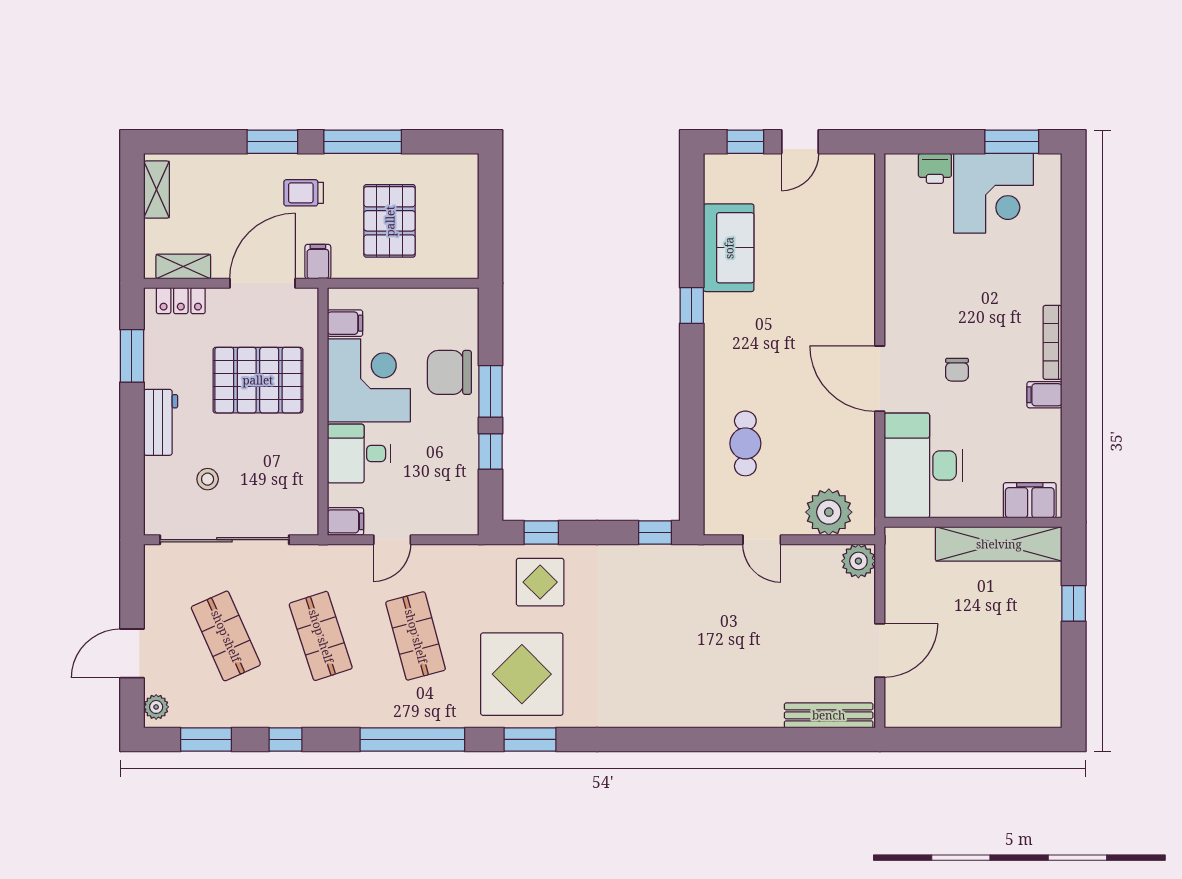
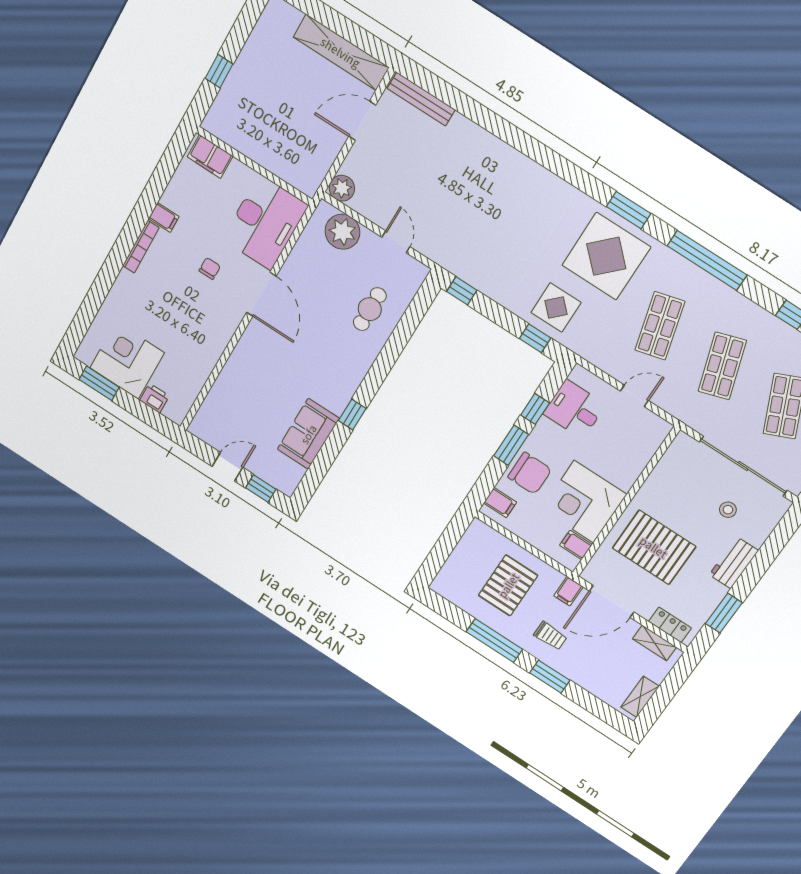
desk: (359, 453) -> (574, 409), moved, turned 180
filing cabinet: (346, 521) -> (500, 503), moved, turned 180
shelving: (999, 544) -> (341, 52), moved

